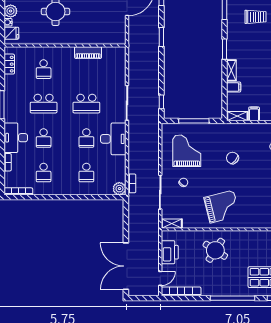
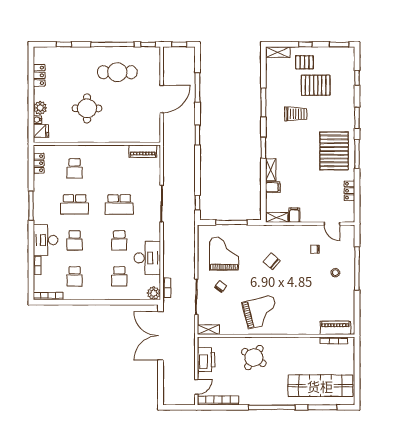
piano: (88, 53) -> (143, 151), moved
desk: (113, 139) -> (147, 258), moved
double door: (126, 266) -> (160, 336), moved

